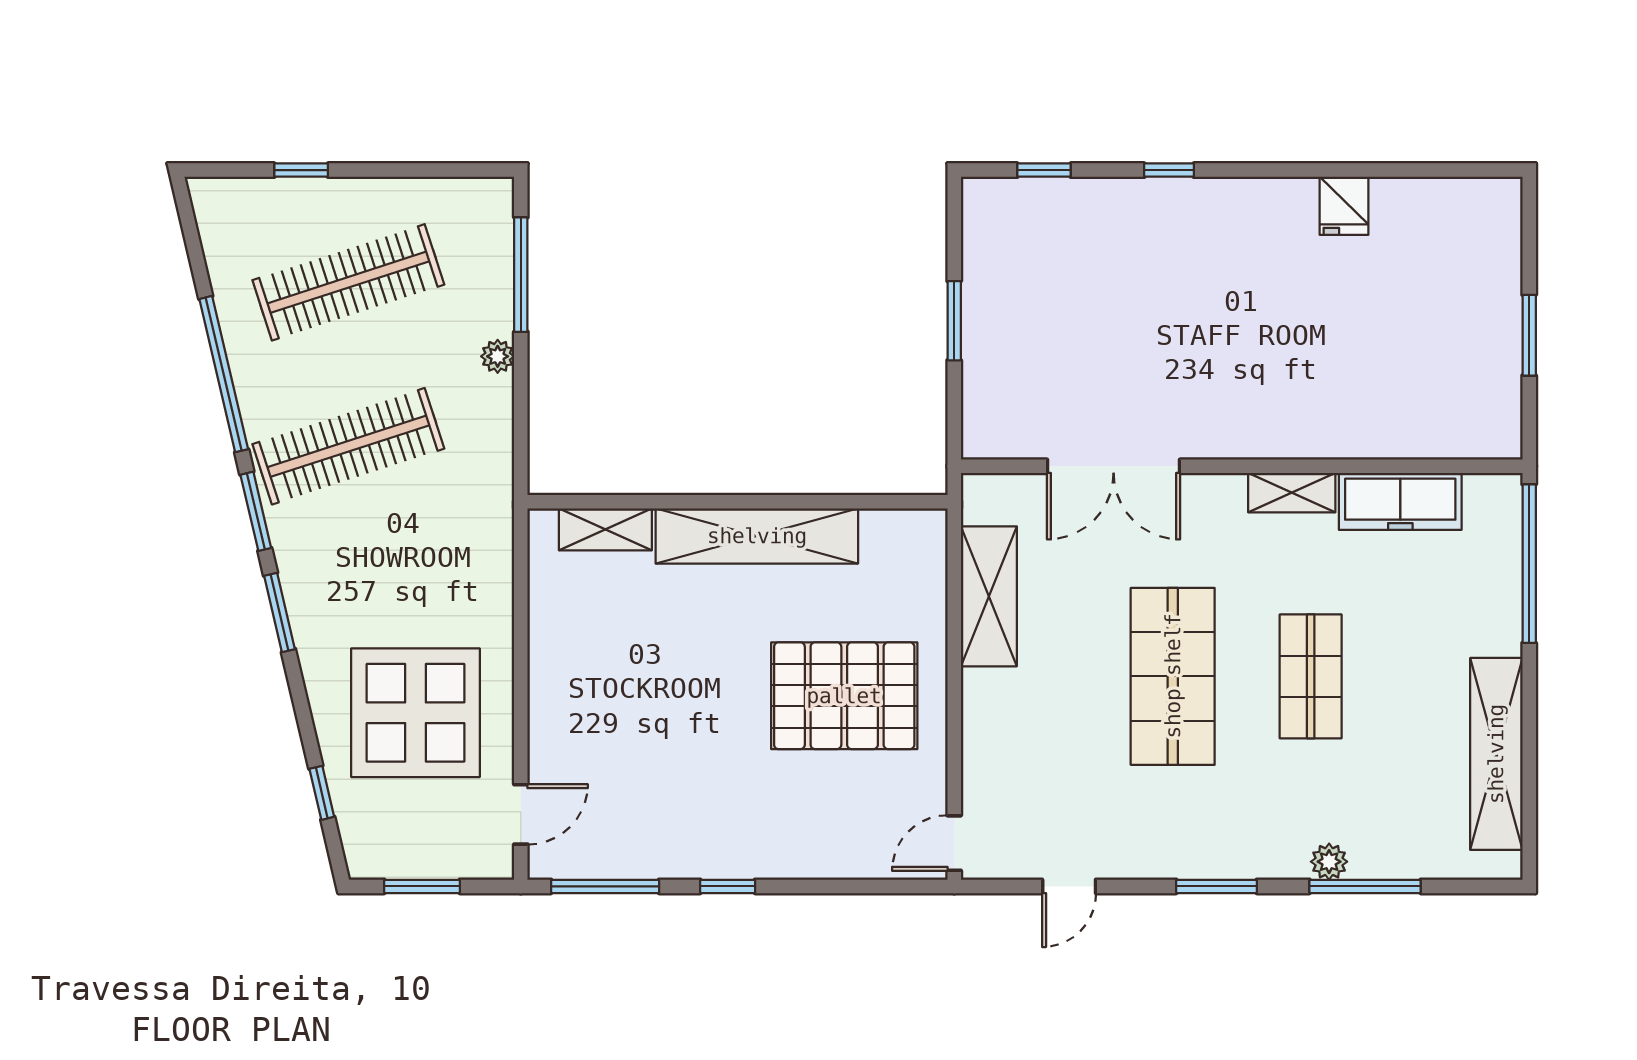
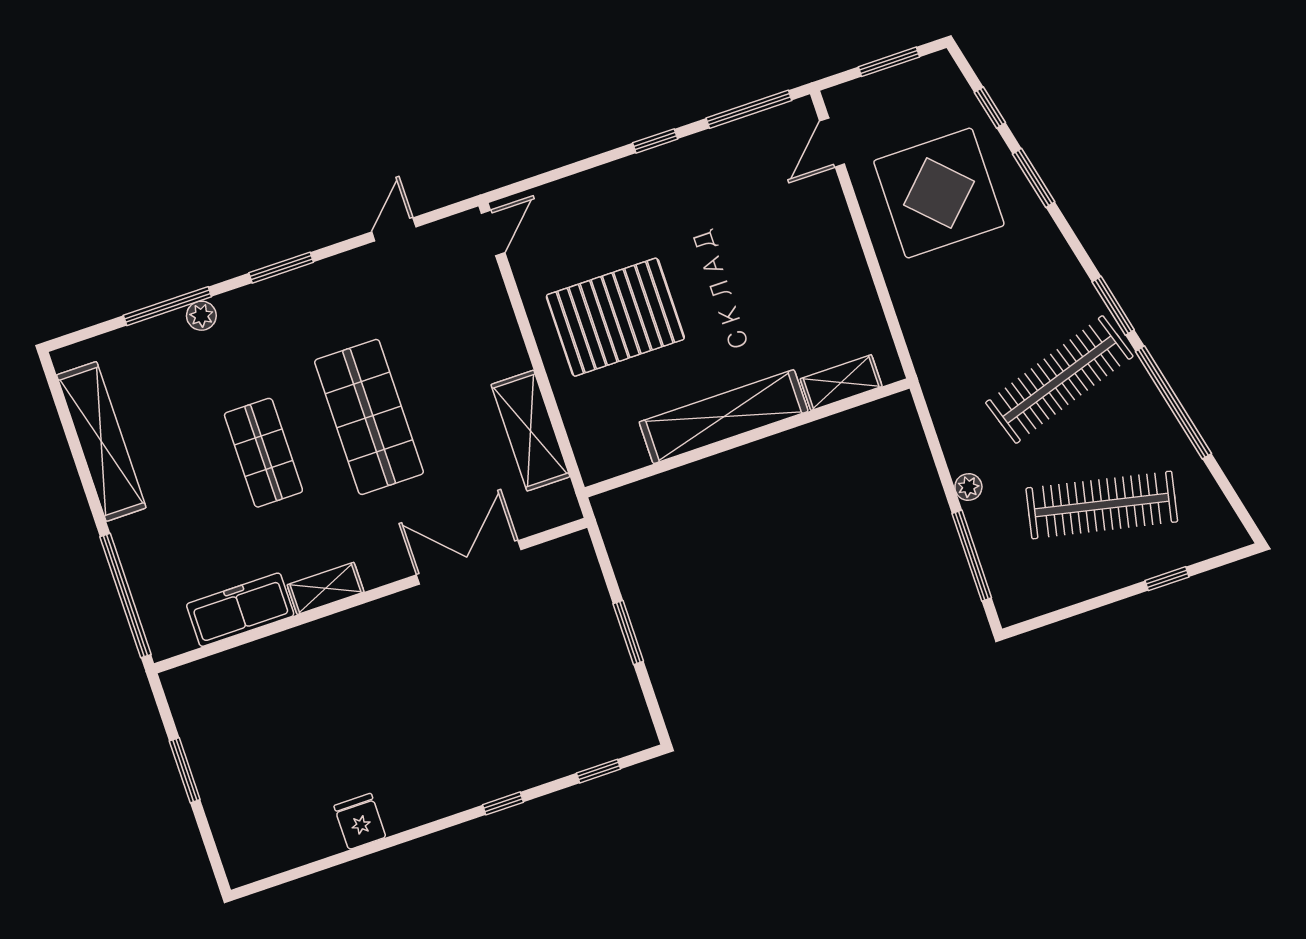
clothes rail: (348, 282) -> (1102, 505), turned 30
window: (280, 612) -> (1034, 178), moved

